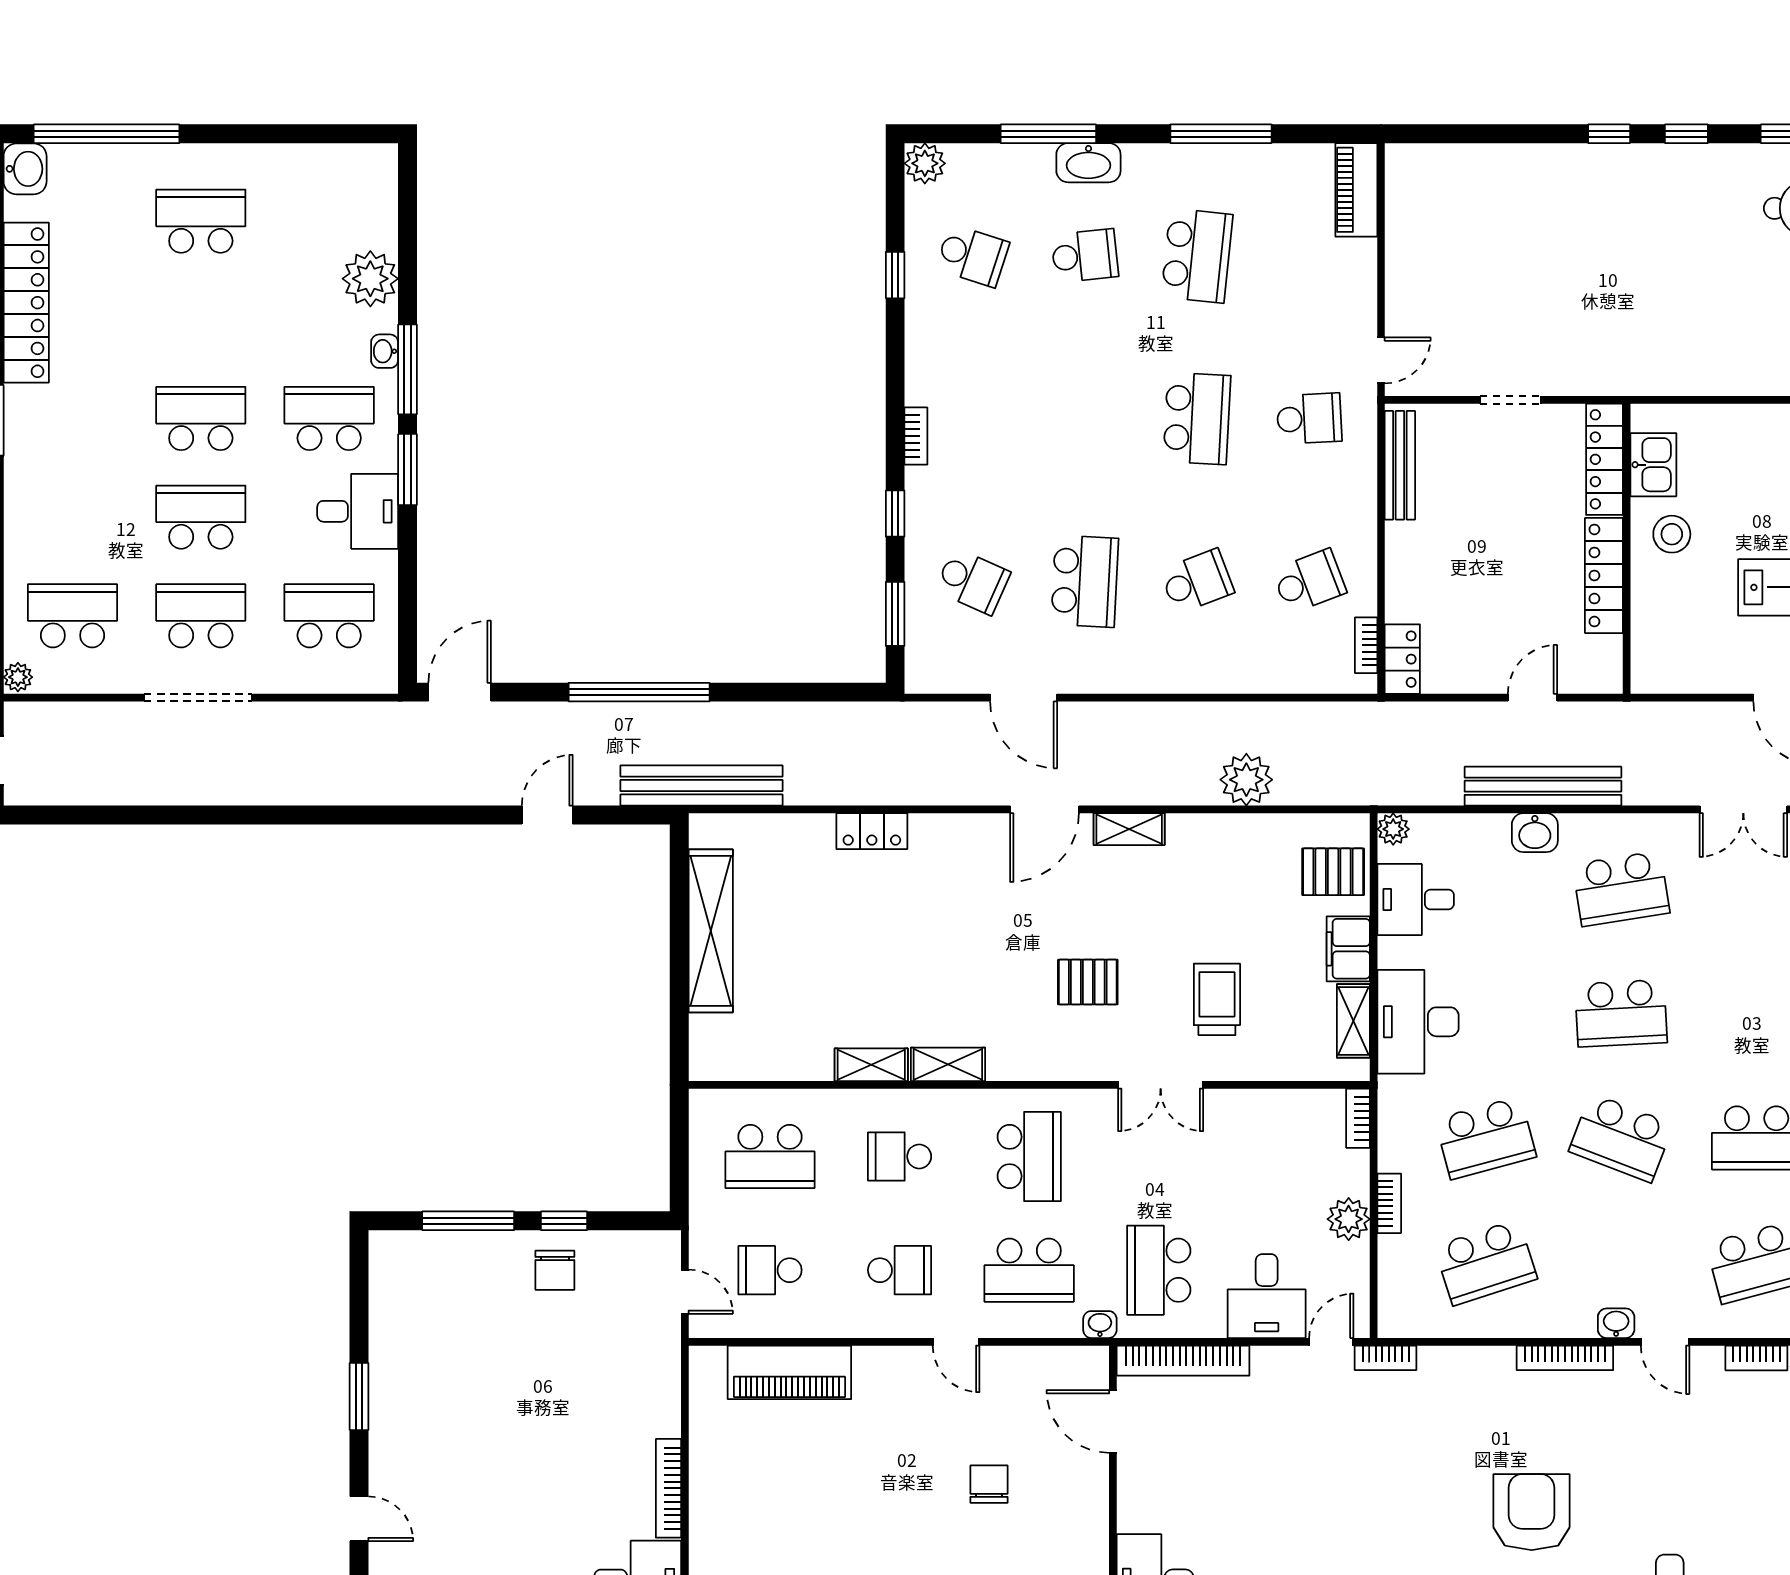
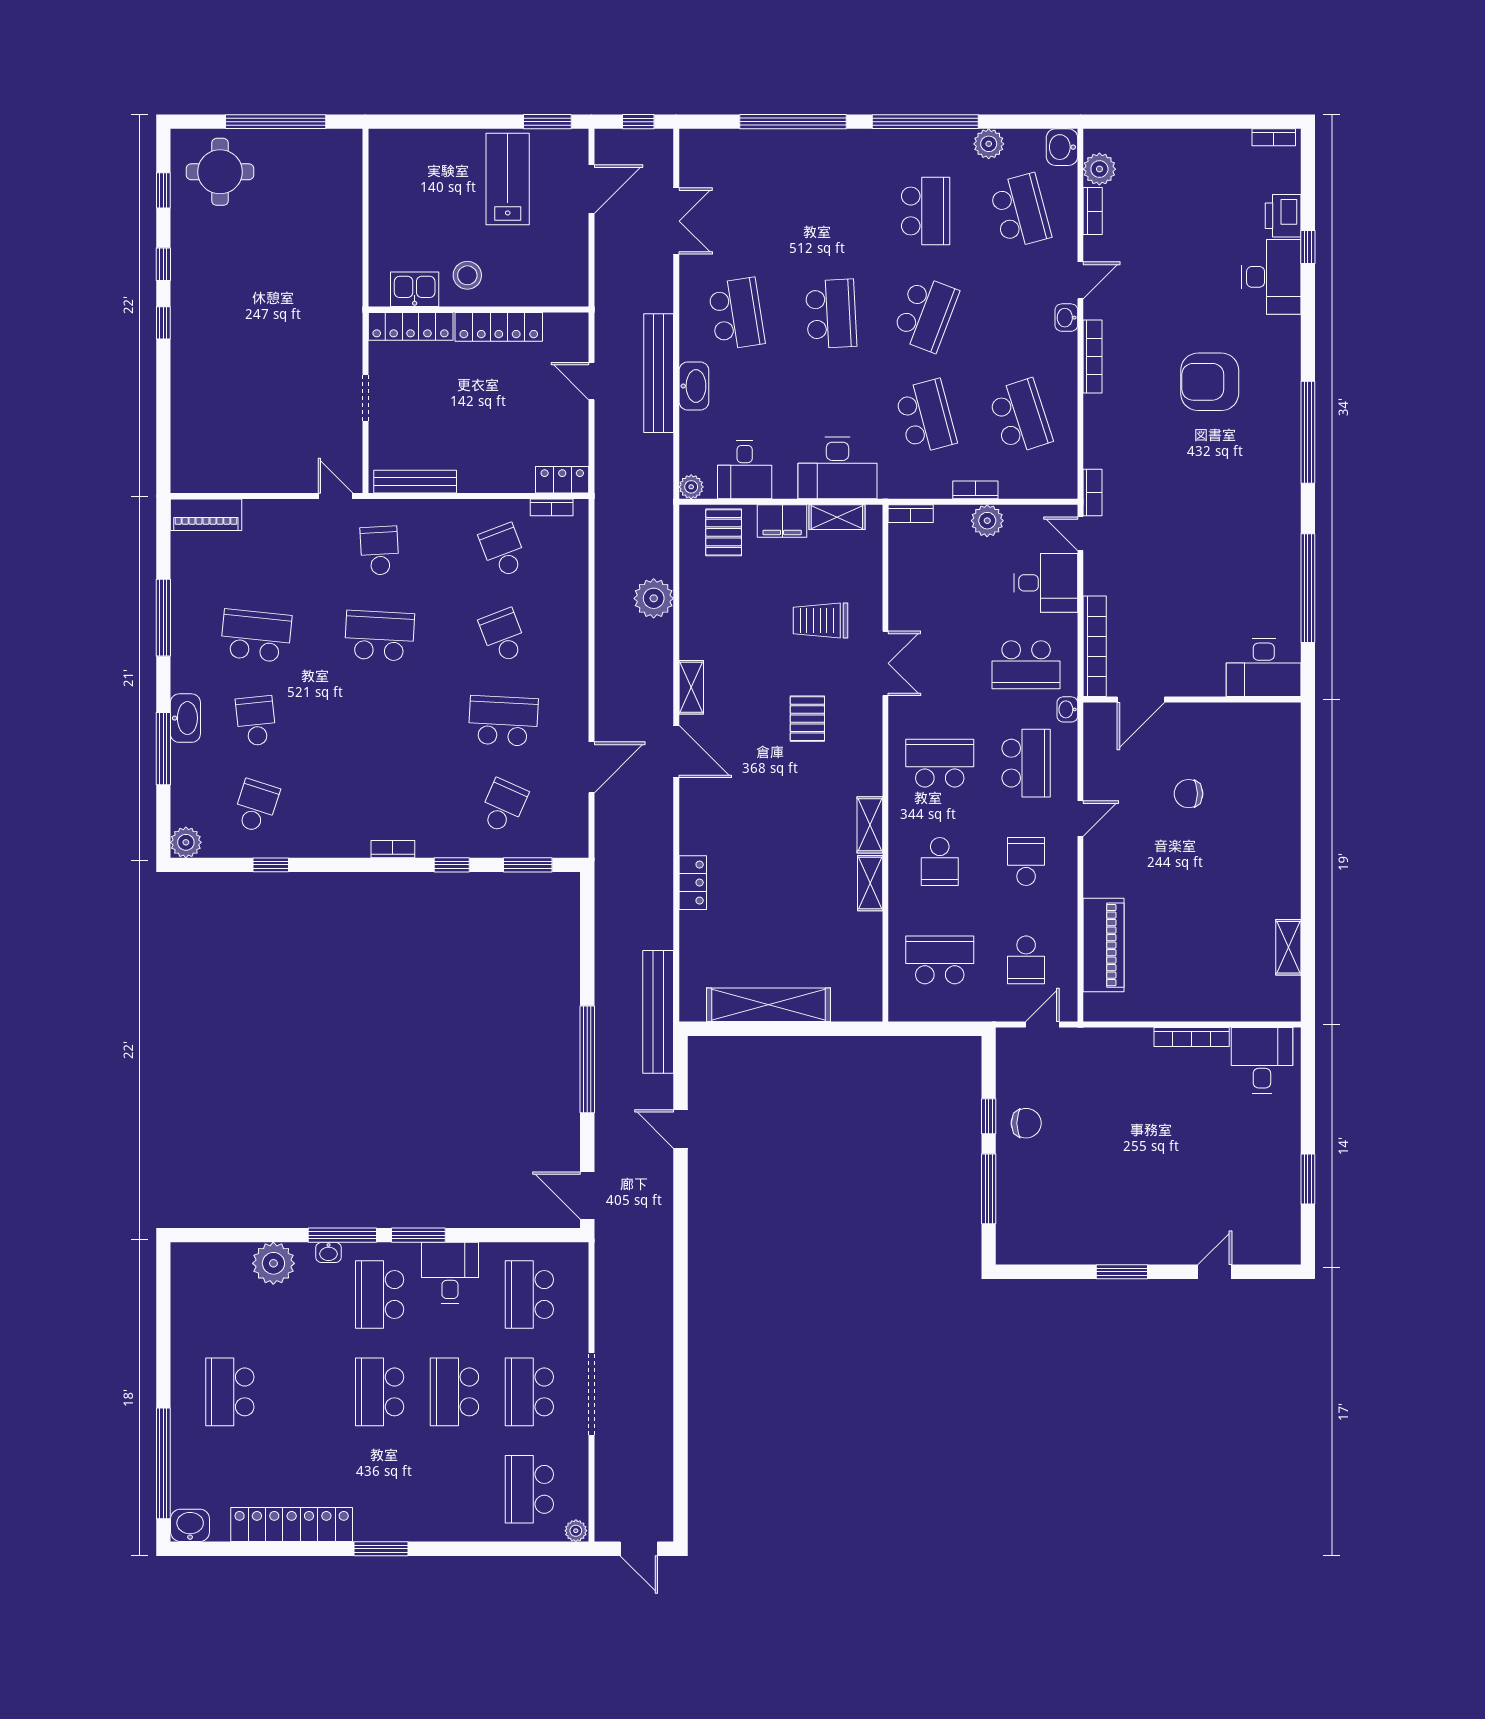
washbasin: (1535, 833) -> (694, 386), width x1.38
school desk: (770, 1156) -> (940, 960), turned -90

